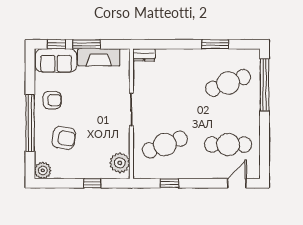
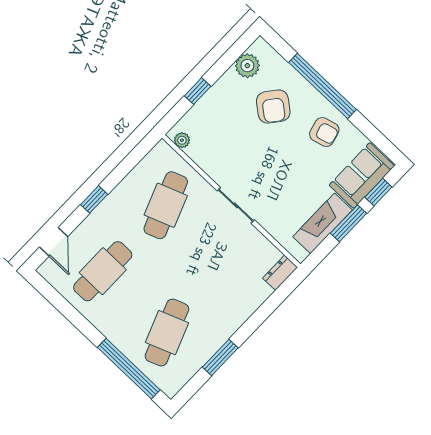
armchair: (52, 100) -> (324, 132), turned -105
armchair: (64, 138) -> (273, 107), turned -62
plant: (120, 163) -> (182, 140), width x0.53, depth x0.53
plant: (43, 170) -> (247, 66), moved
window: (170, 183) -> (94, 199), moved

